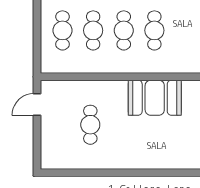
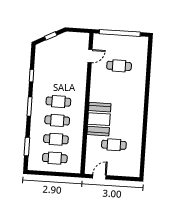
booth: (155, 98) -> (99, 119), moved
door: (37, 105) -> (99, 177), swing flipped

